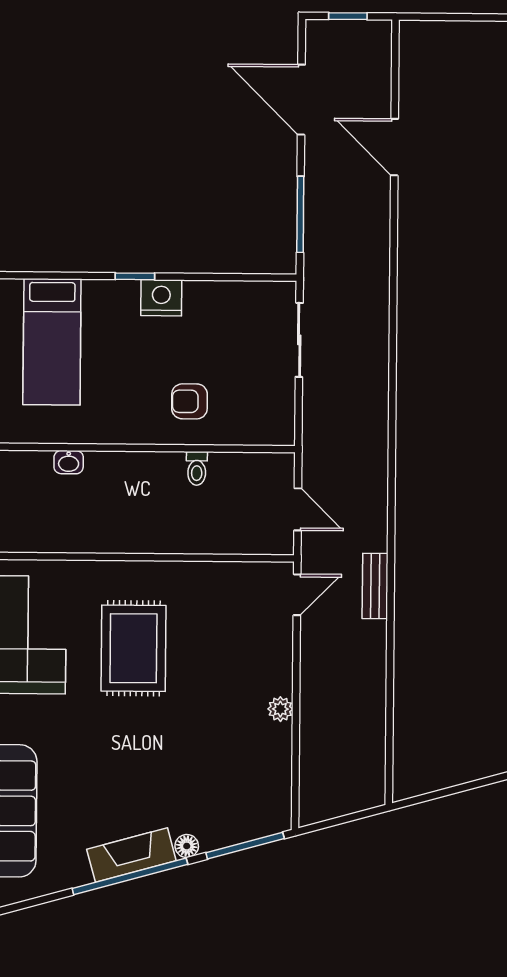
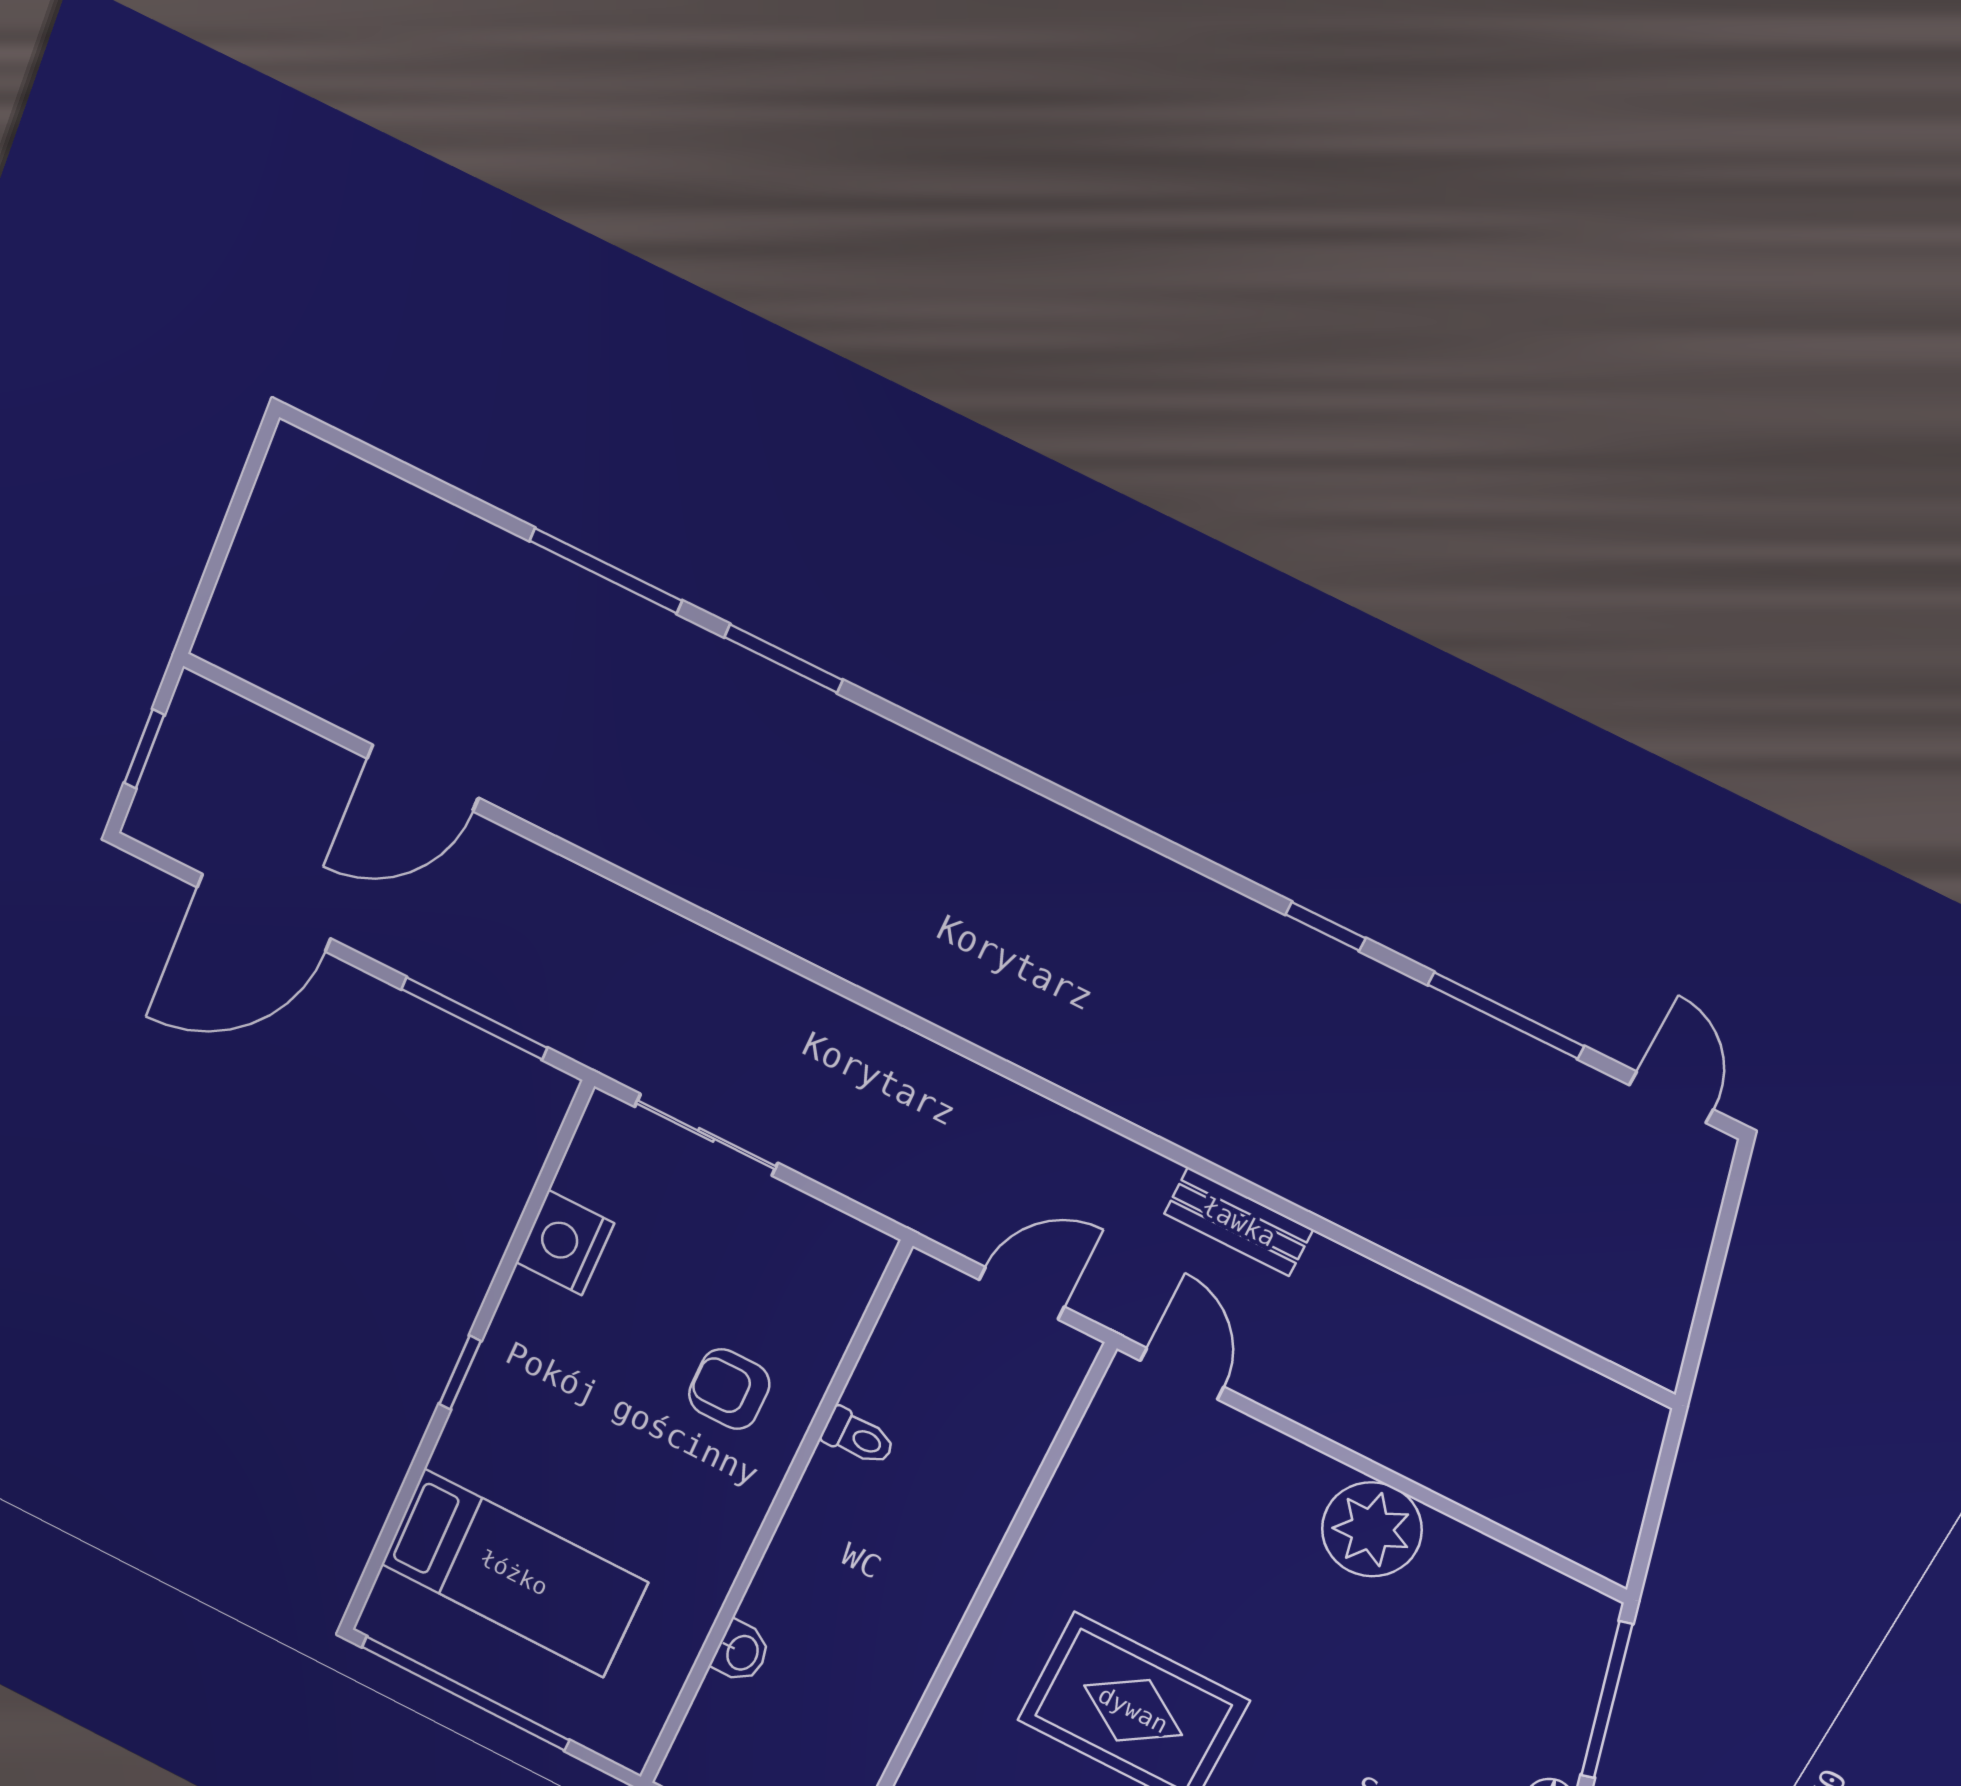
nightstand: (161, 298) -> (565, 1243), moved
armchair: (189, 401) -> (729, 1389), turned 90
plant: (280, 709) -> (1372, 1529), width x1.88, depth x1.88

